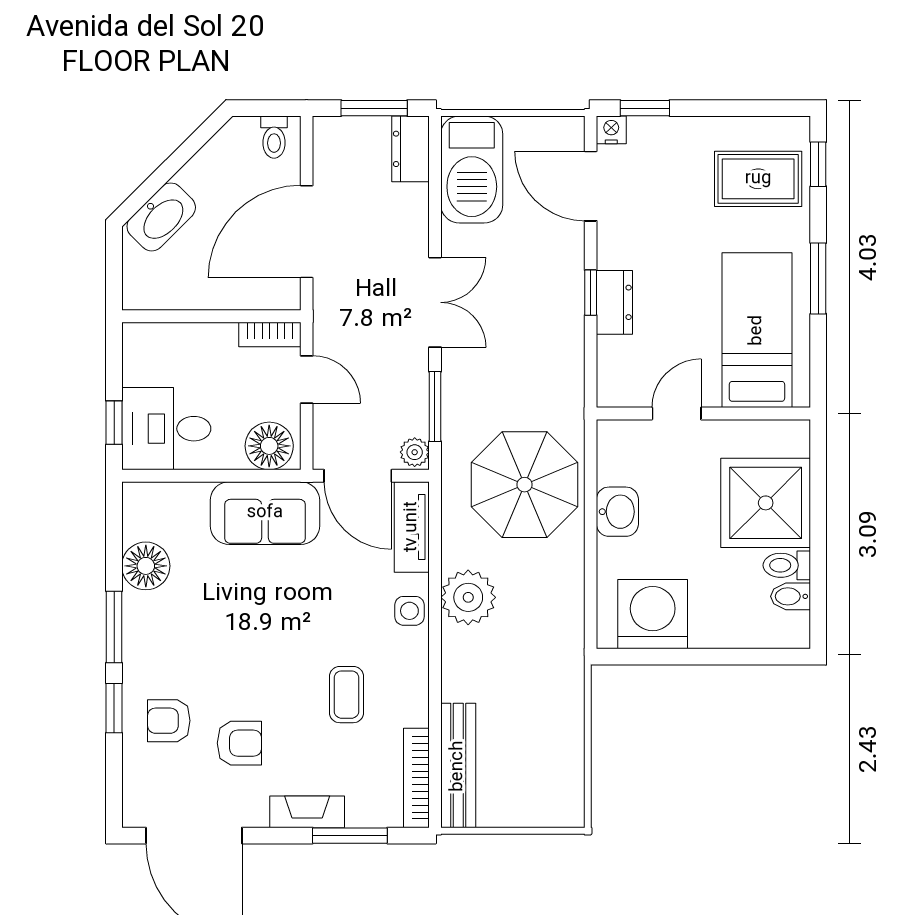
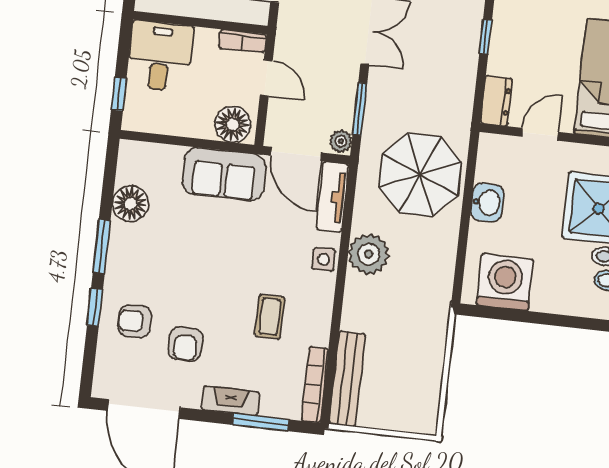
dresser: (614, 302) -> (496, 101), moved
desk: (166, 429) -> (160, 56), moved, turned 90
armchair: (239, 743) -> (186, 344), turned 90

